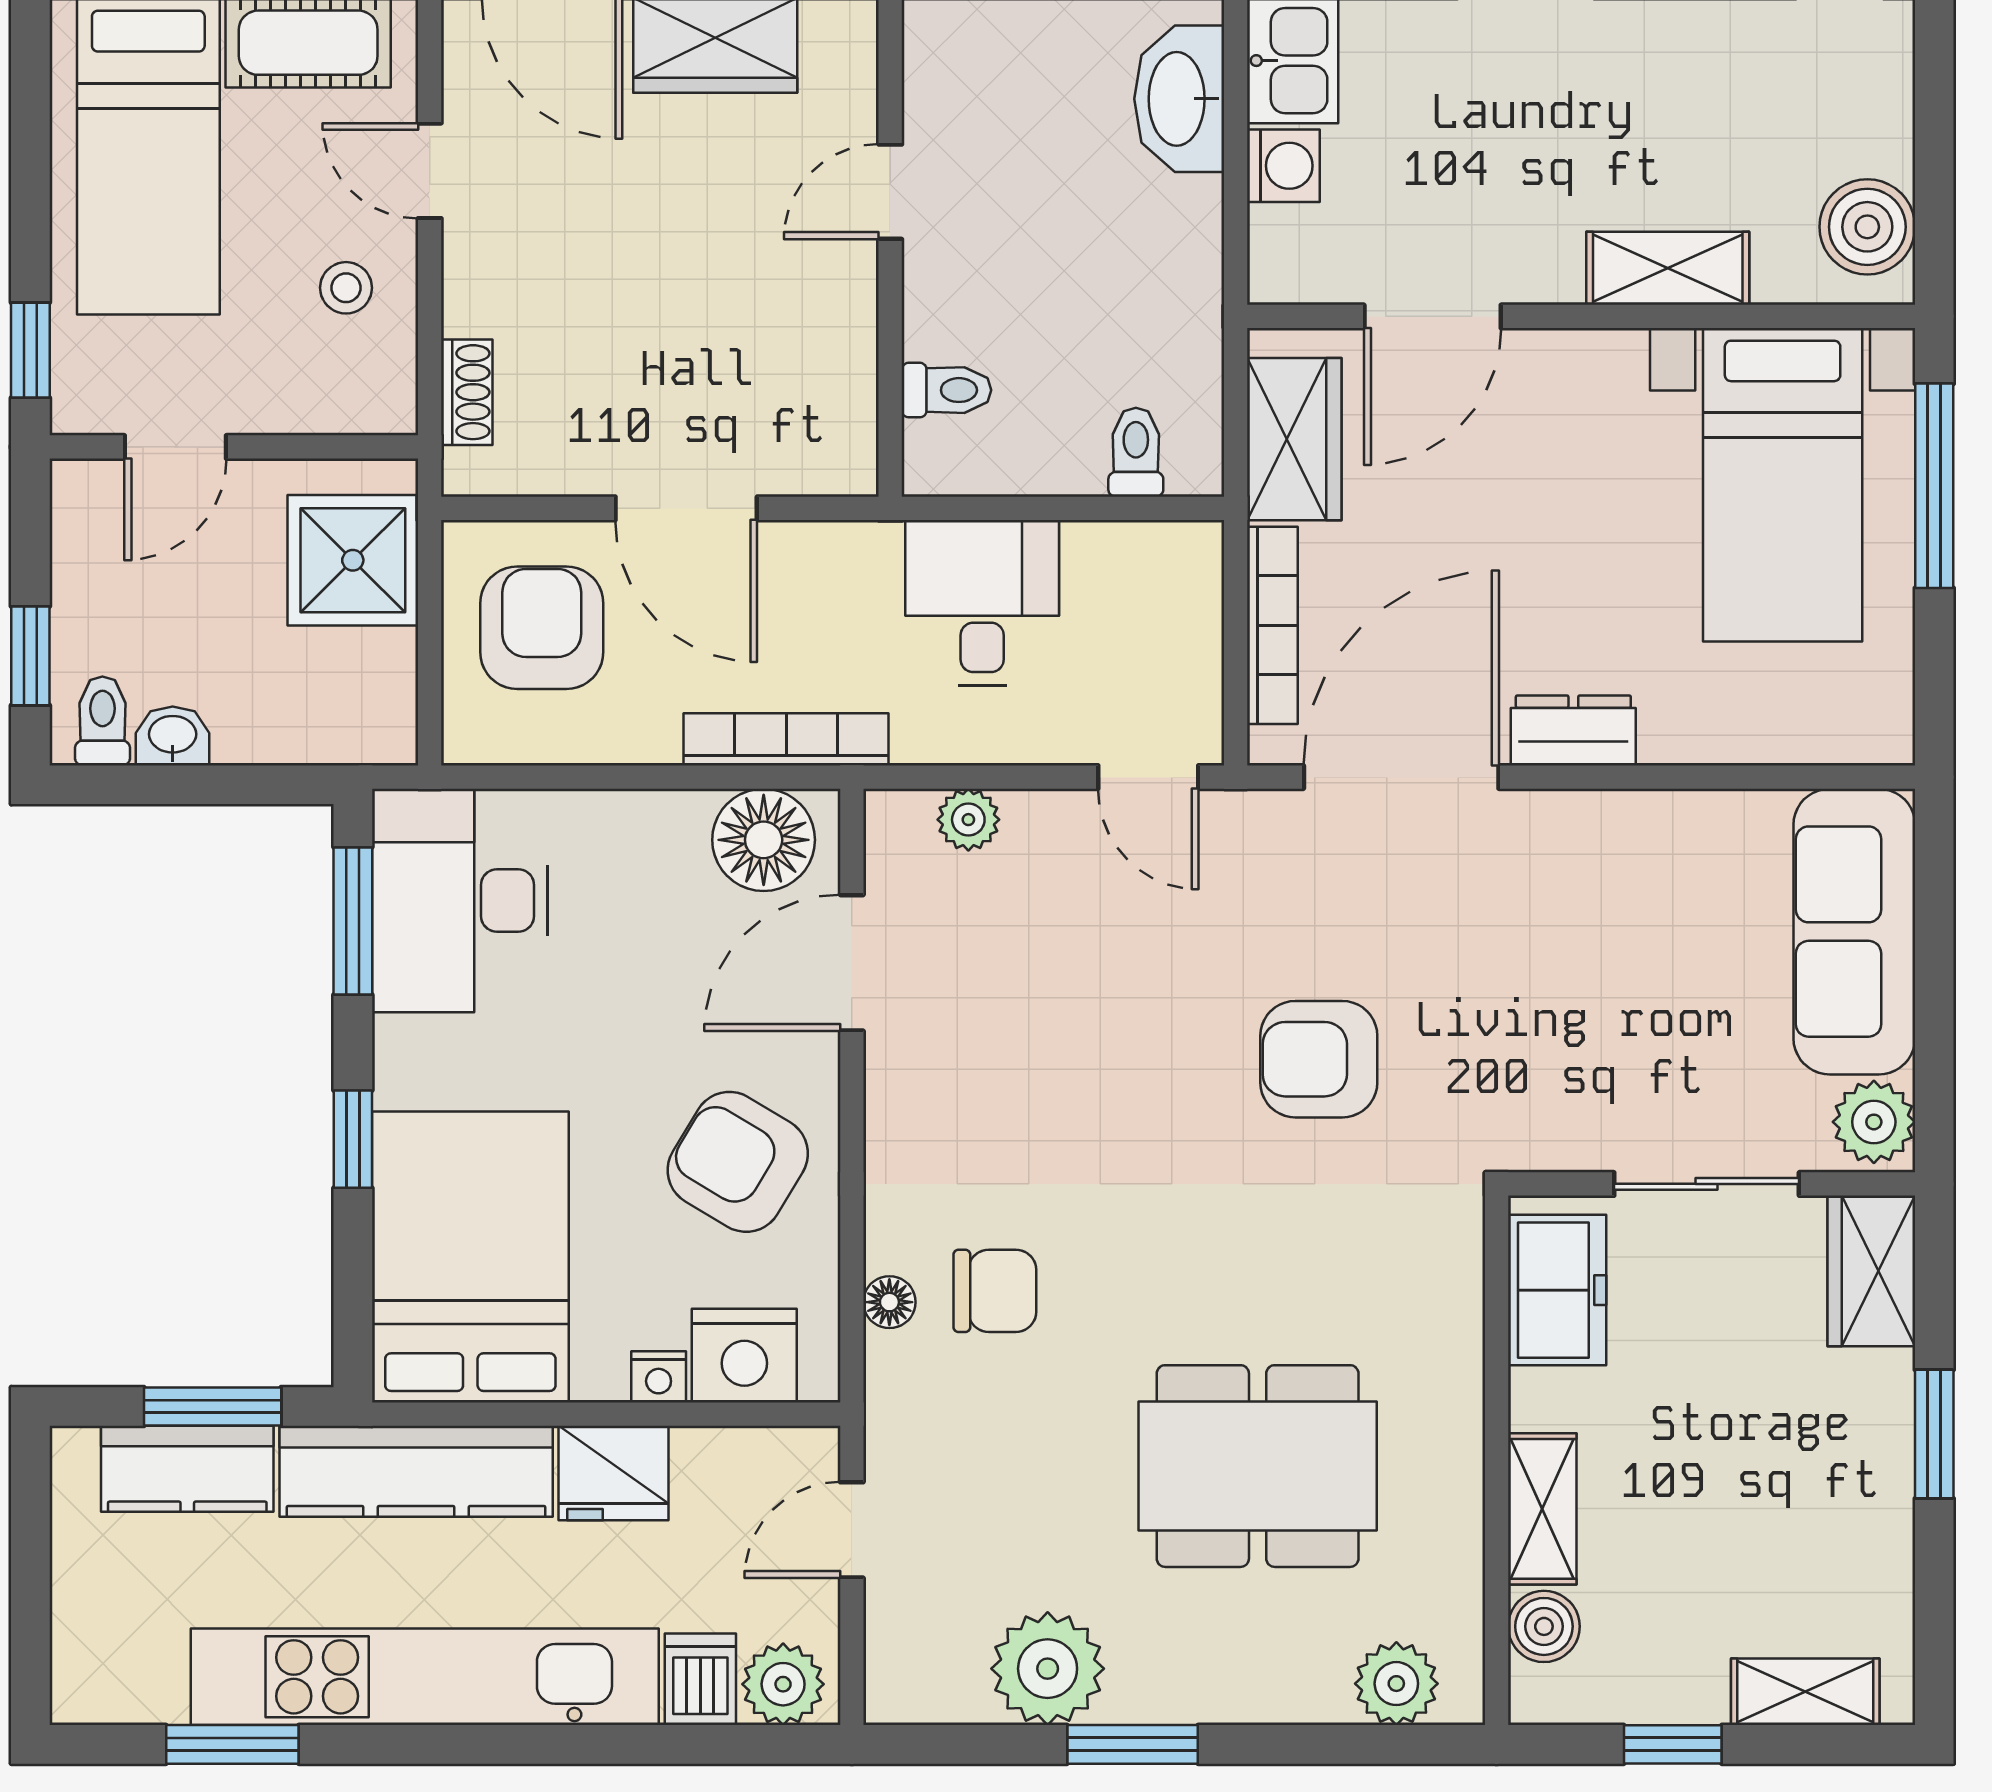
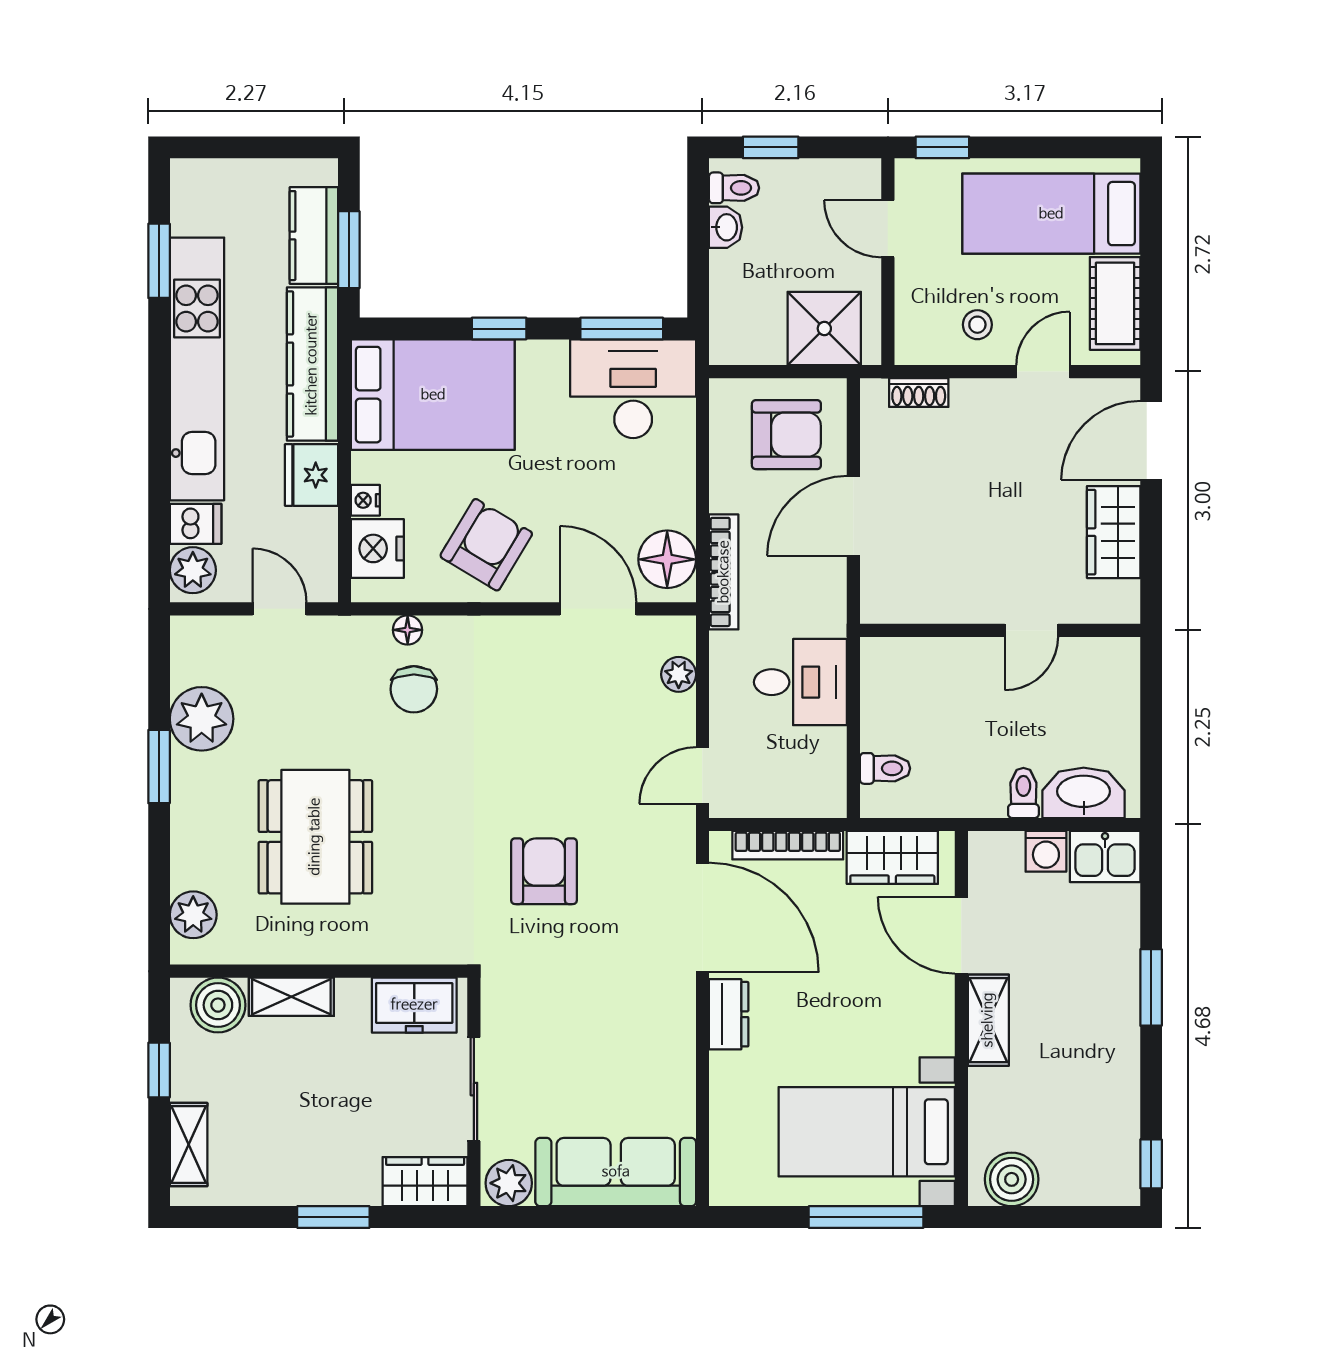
door: (890, 192) -> (1031, 630), swing flipped
shelving: (1668, 268) -> (988, 1020), moved
toilet: (946, 390) -> (1023, 793), moved, turned 180
boiler: (1544, 1626) -> (218, 1005), width x1.36, depth x1.36

